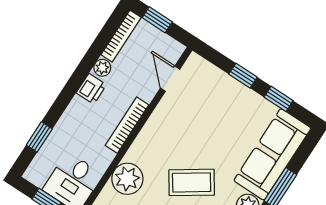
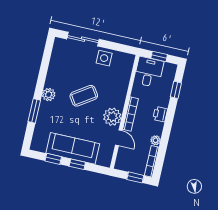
door: (170, 79) -> (119, 138), moved
printer: (91, 89) -> (160, 114), moved
sofa: (272, 154) -> (73, 148), moved, turned -90
plant: (127, 179) -> (112, 117), moved

